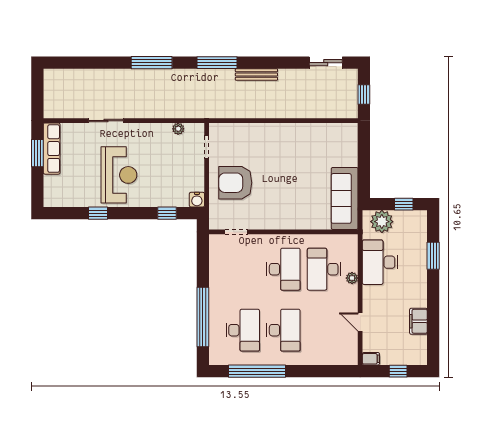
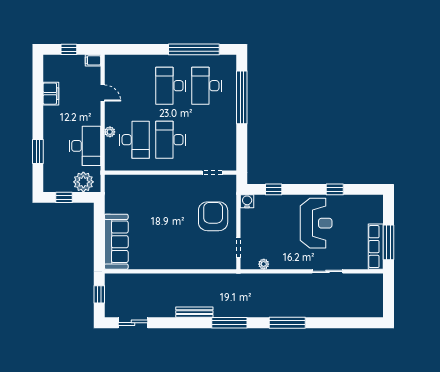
window: (37, 153) -> (388, 242), width x1.44
reception desk: (119, 175) -> (316, 223), turned 180
armchair: (235, 183) -> (213, 216), turned -90
sofa: (345, 198) -> (116, 242), moved

